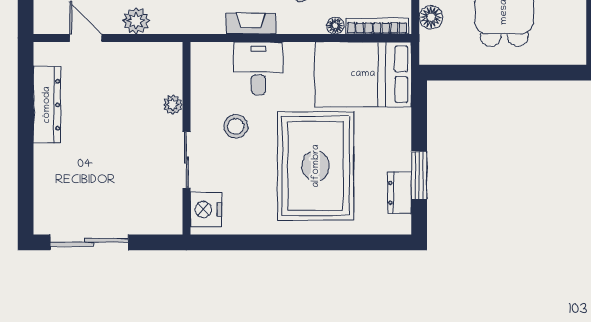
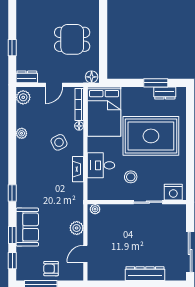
floor lamp: (431, 17) -> (92, 77), moved
dresser: (47, 105) -> (145, 274), moved
plant: (173, 105) -> (95, 209), moved

